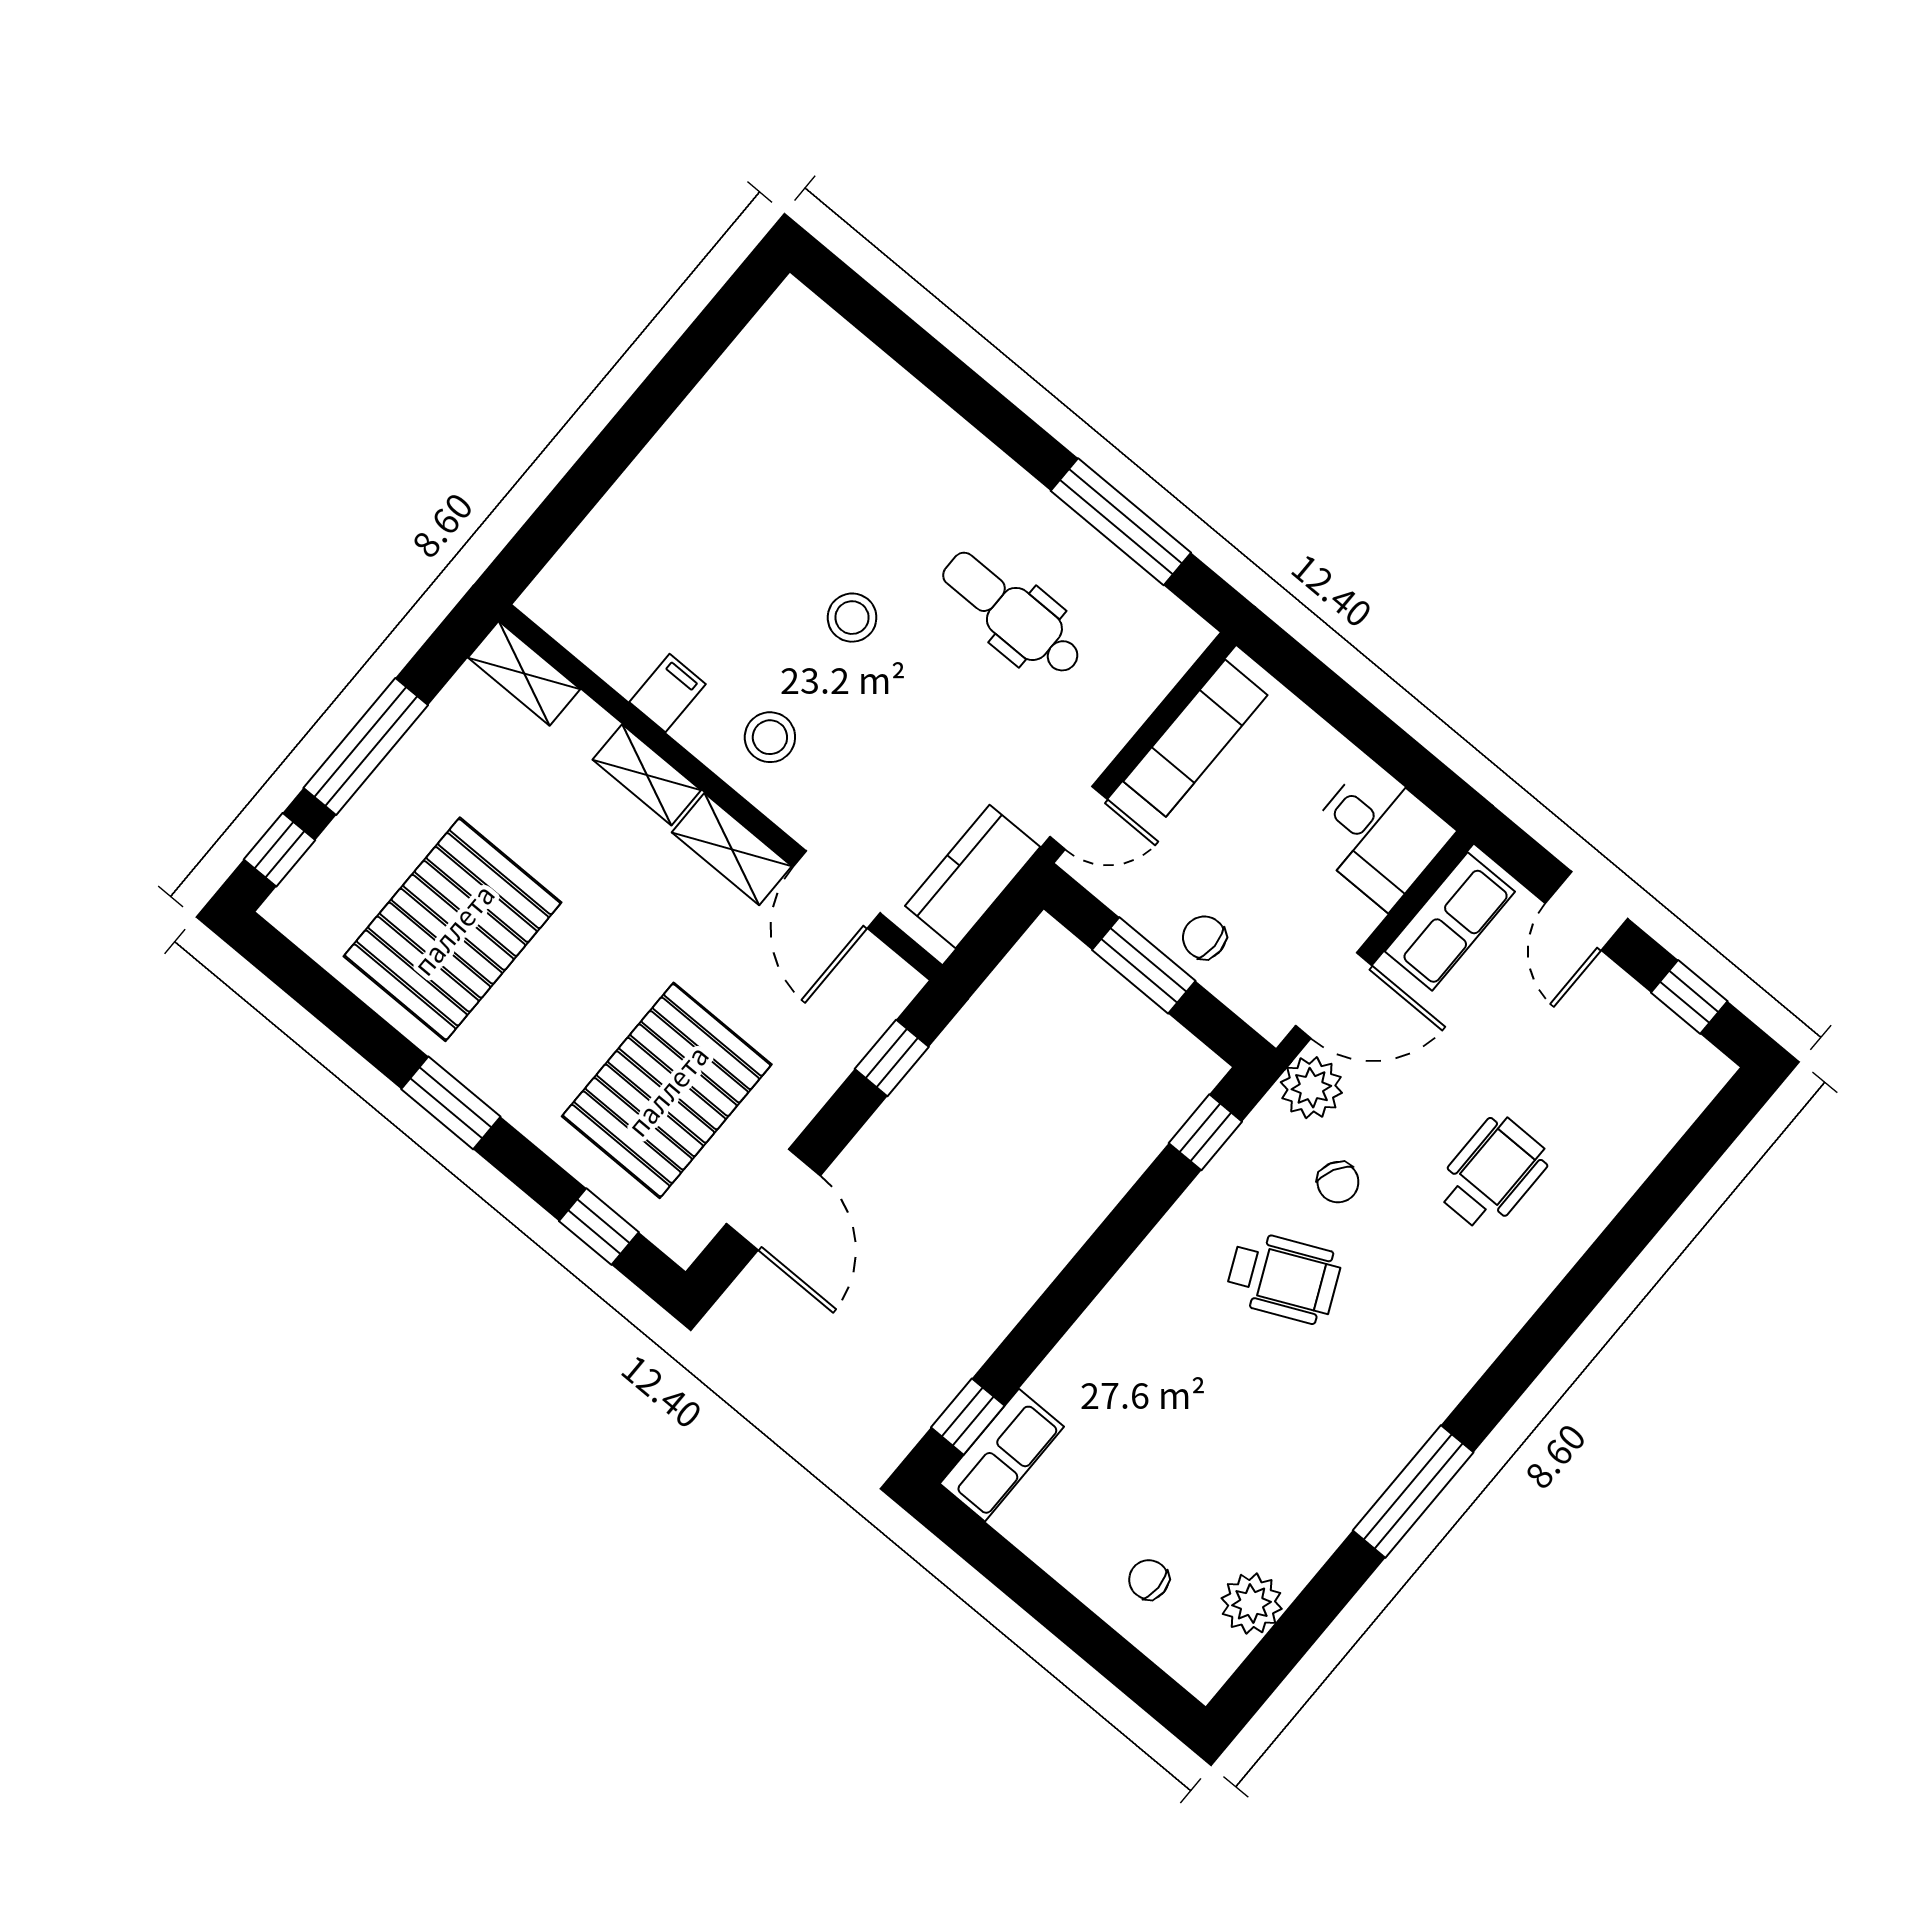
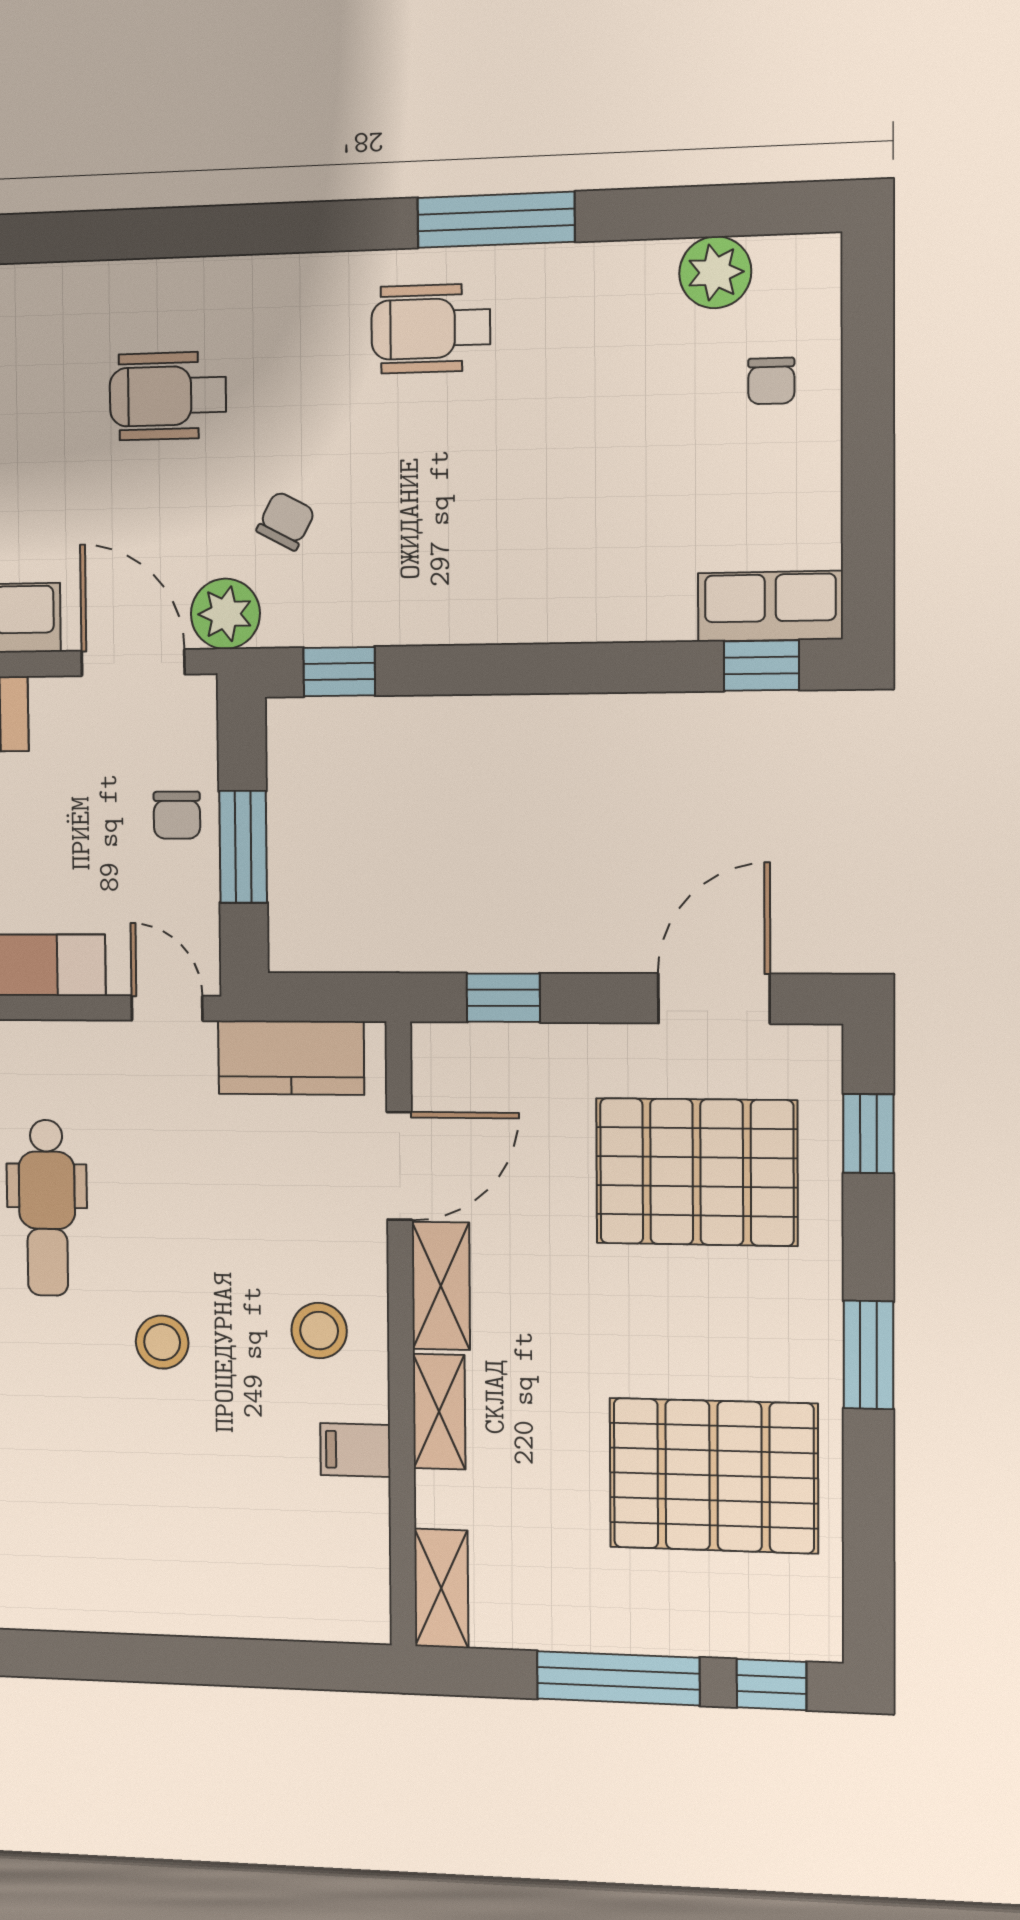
wheelchair: (1284, 1278) -> (431, 329), moved, turned -65

